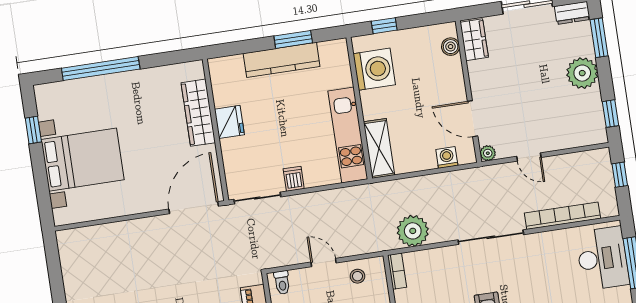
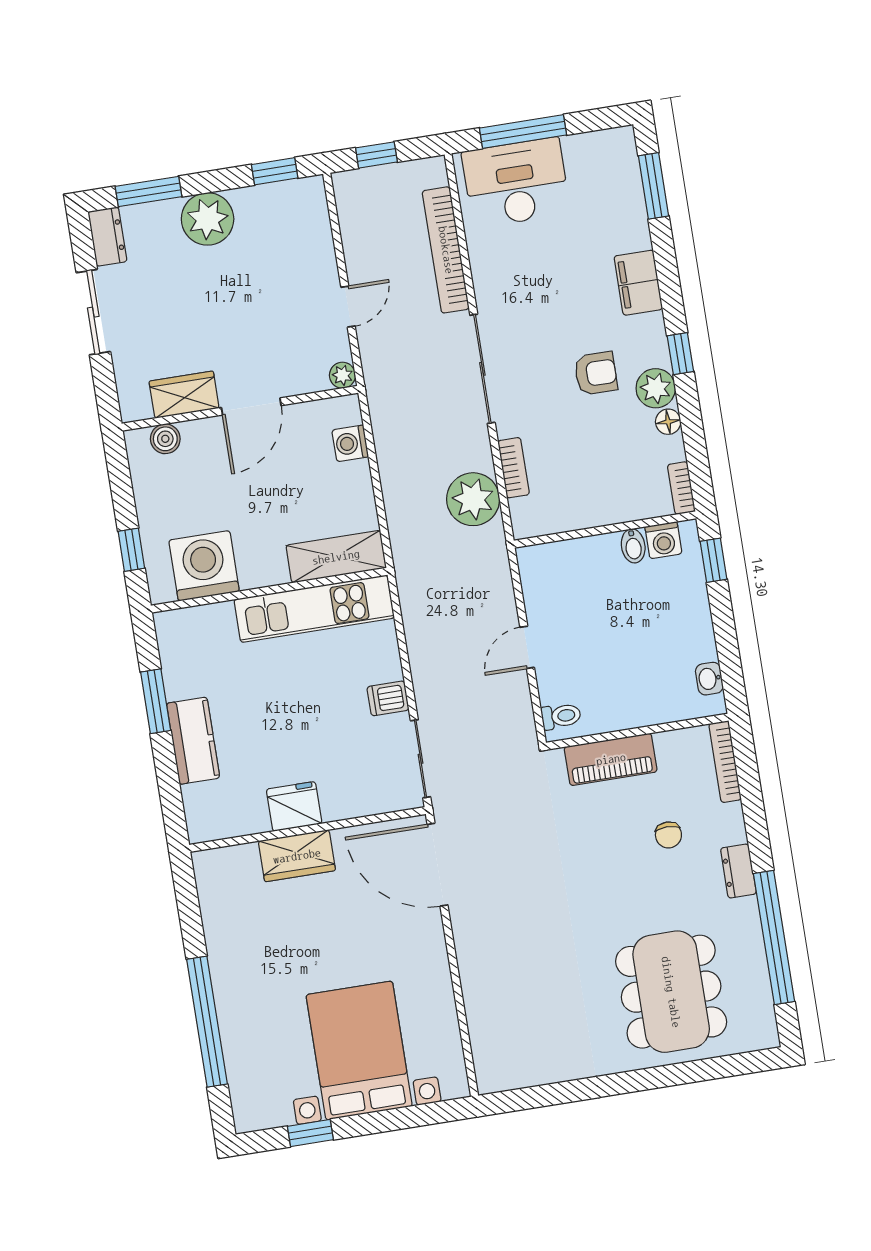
wardrobe: (474, 40) -> (184, 395), moved
kitchen counter: (282, 60) -> (193, 741), width x0.67
wardrobe: (198, 113) -> (297, 856), width x0.67
door: (473, 119) -> (251, 407), moved
bookcase: (397, 271) -> (514, 468), moved, turned 90
stool: (357, 276) -> (549, 591), removed

